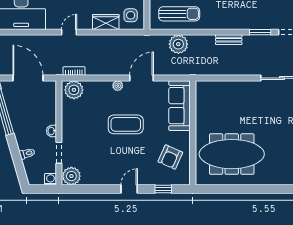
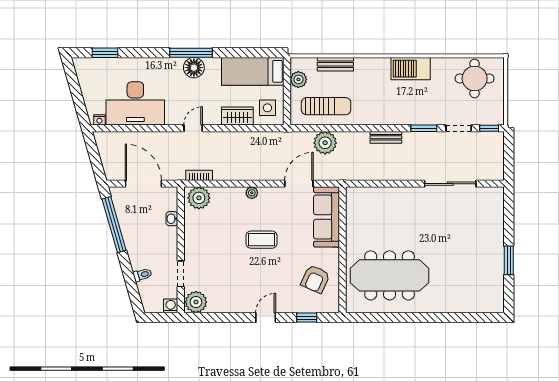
door: (141, 78) -> (299, 184), moved
coffee table: (126, 124) -> (261, 240), width x0.73, depth x0.76
washbasin: (51, 131) -> (172, 219), moved

